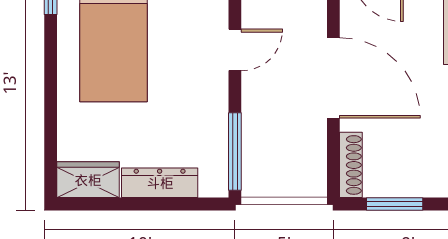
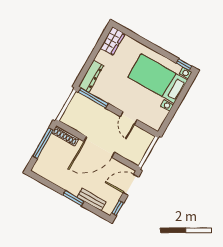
dresser: (160, 183) -> (91, 76), moved
window: (395, 204) -> (43, 143), width x1.44

